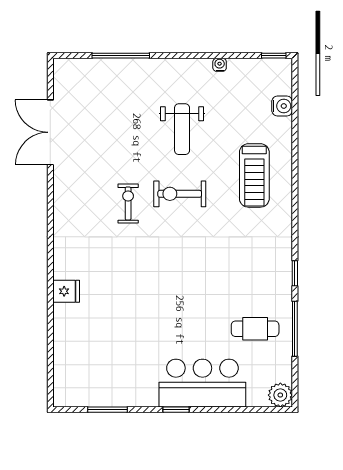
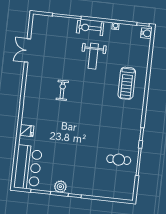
water cooler: (282, 106) -> (146, 33), moved
double door: (50, 132) -> (27, 50), width x0.73
exercise bike: (180, 194) -> (90, 28), moved
bar counter: (202, 383) -> (28, 167), moved, turned 90
plant: (280, 395) -> (60, 187), moved

